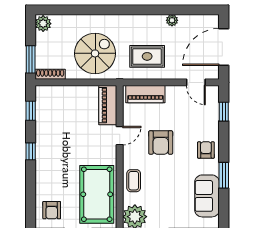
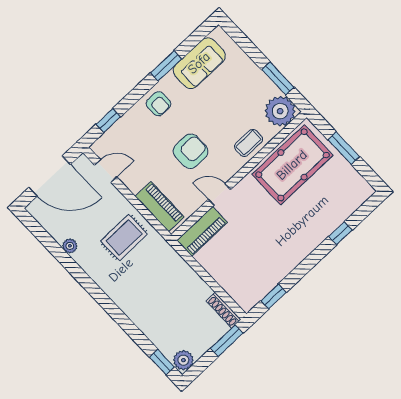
window: (54, 10) -> (162, 362), added
spiral stairs: (95, 53) -> (166, 287), removed
rug: (147, 56) -> (124, 237), turned 90
door: (196, 82) -> (106, 171), hinge flipped
armchair: (206, 150) -> (158, 104), turned -90
window: (31, 151) -> (340, 233), moved
armchair: (52, 210) -> (346, 192), removed

